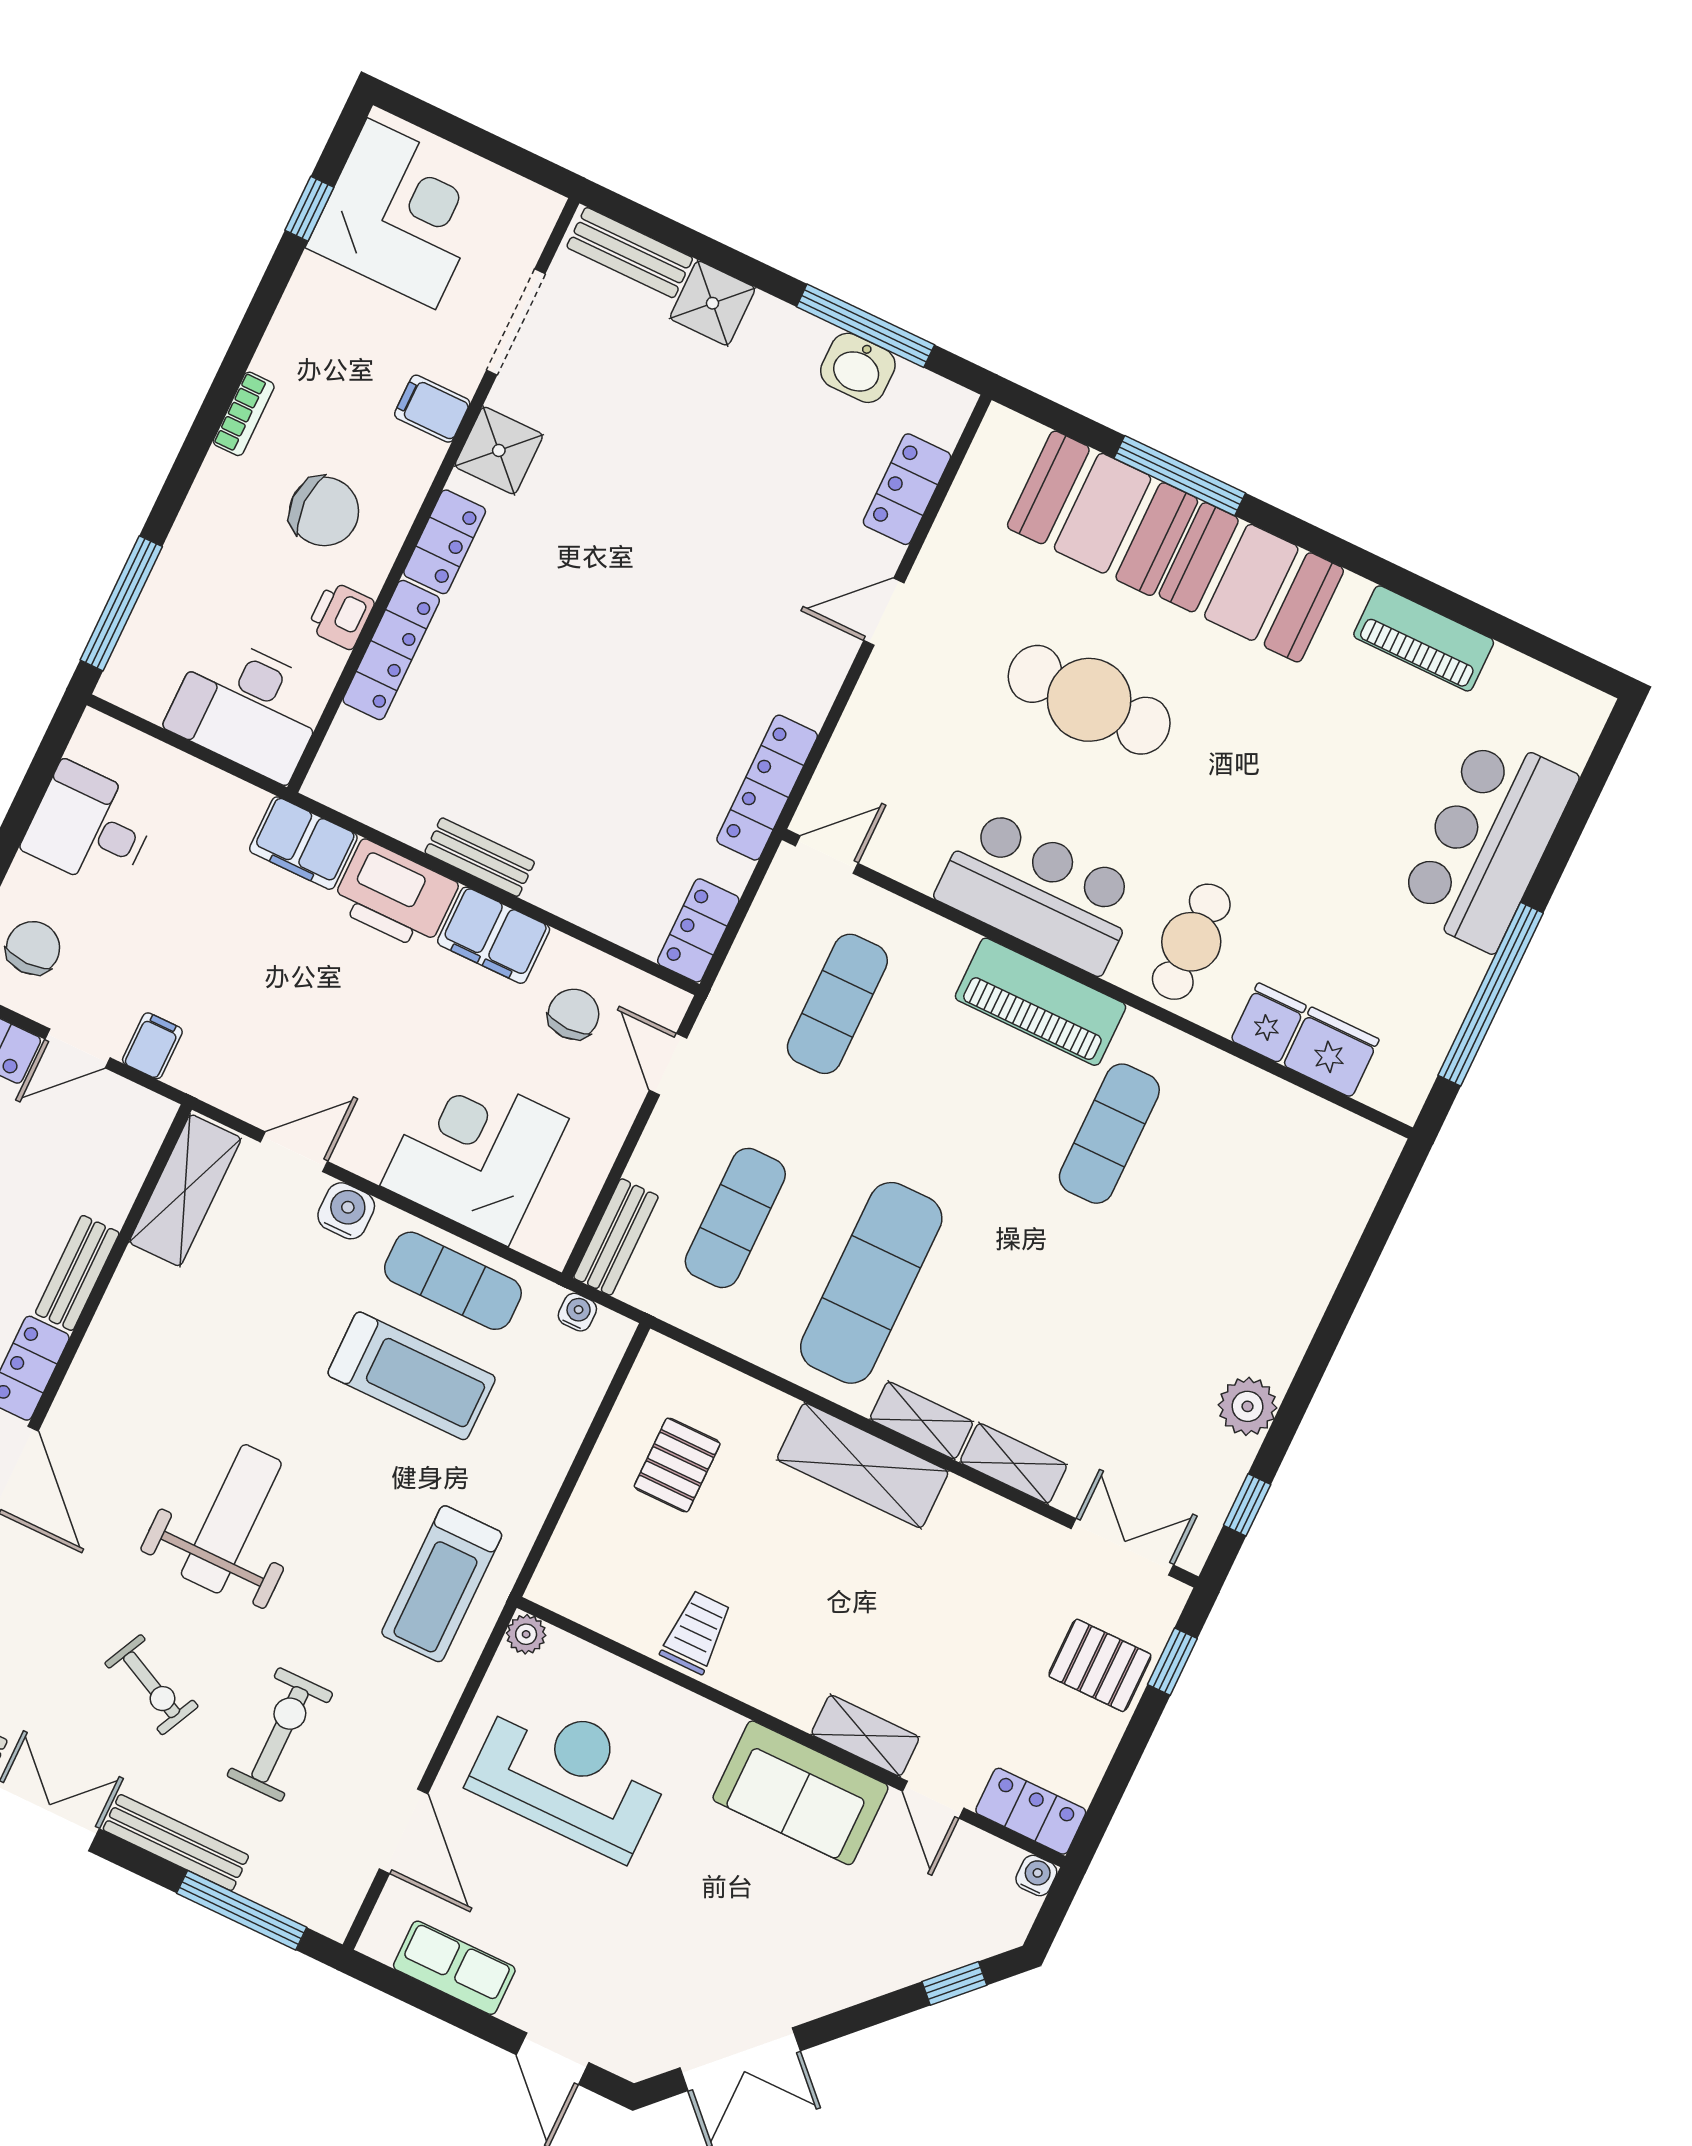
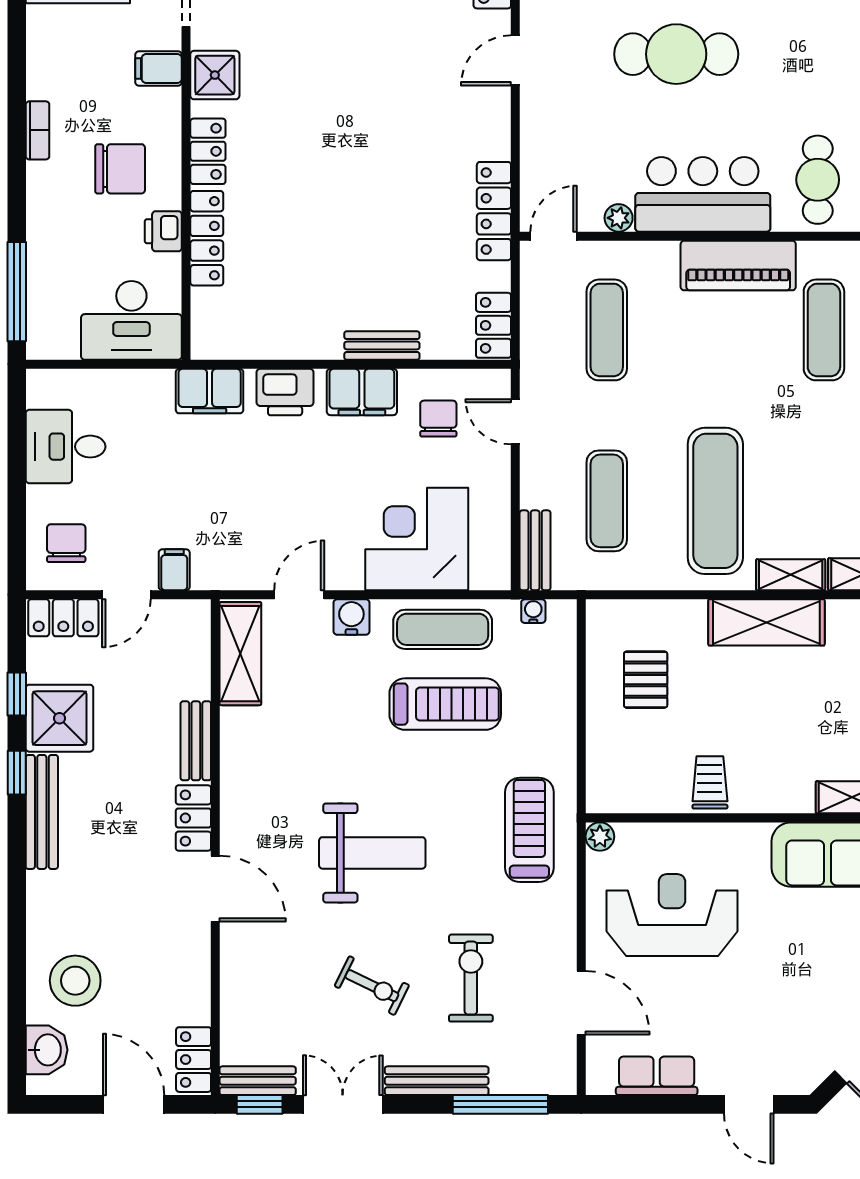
bench: (480, 857) -> (382, 346), moved
plant: (919, 871) -> (619, 218), added
printer: (395, 895) -> (285, 392), width x0.73, depth x0.84
weight bench: (231, 1519) -> (372, 853), turned 90
treadmill: (442, 1584) -> (529, 830), turned 180

